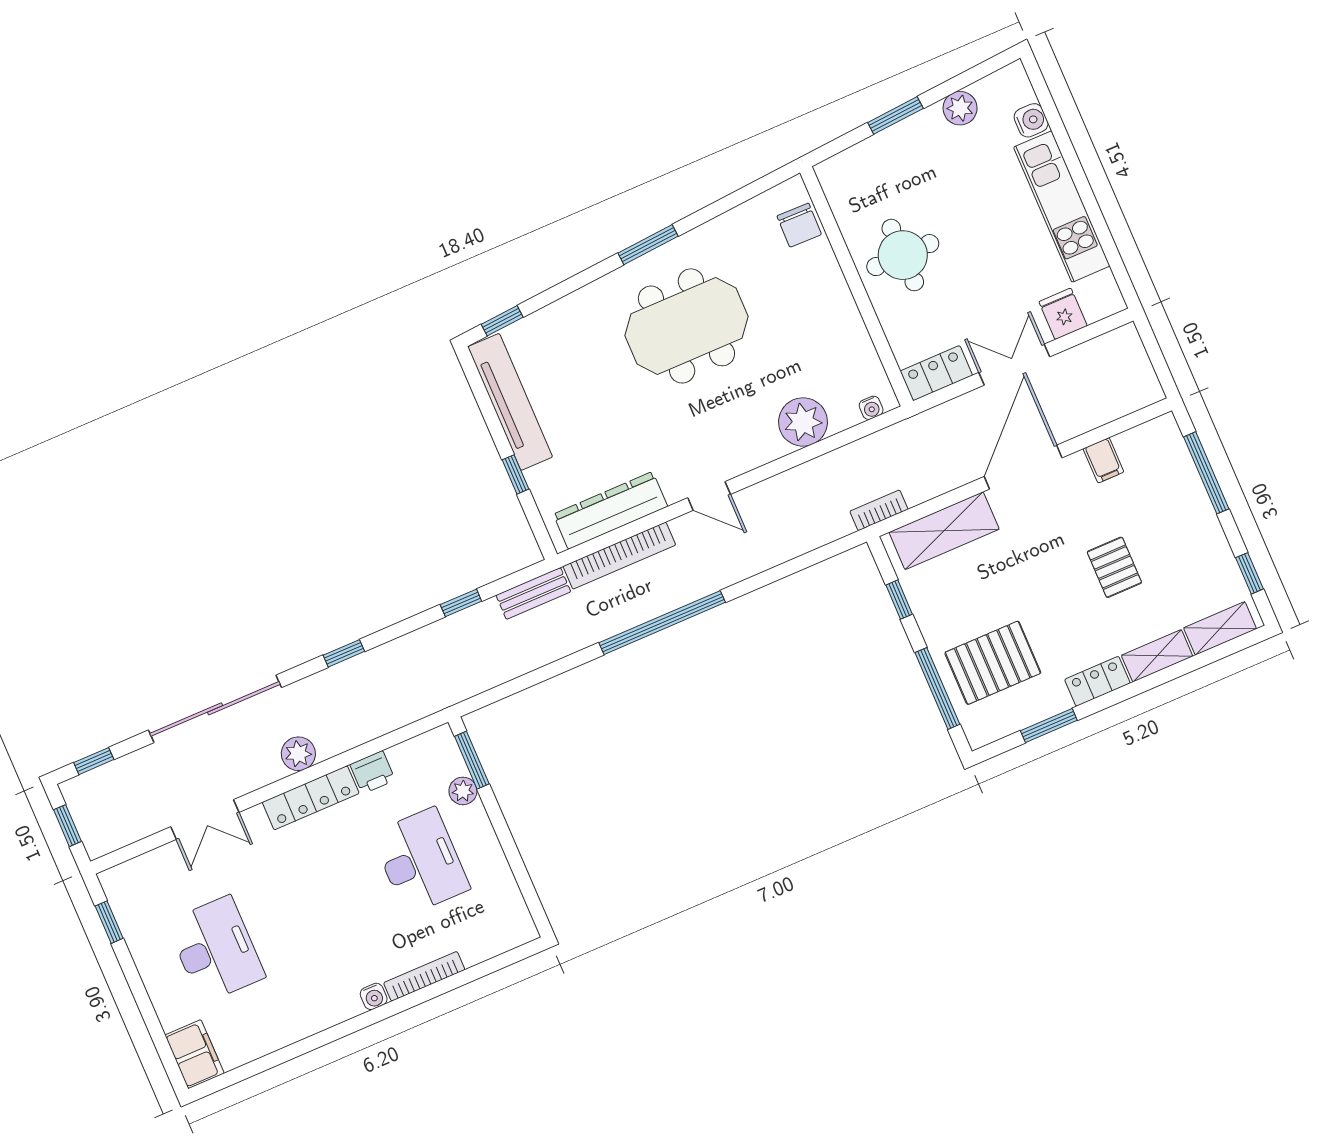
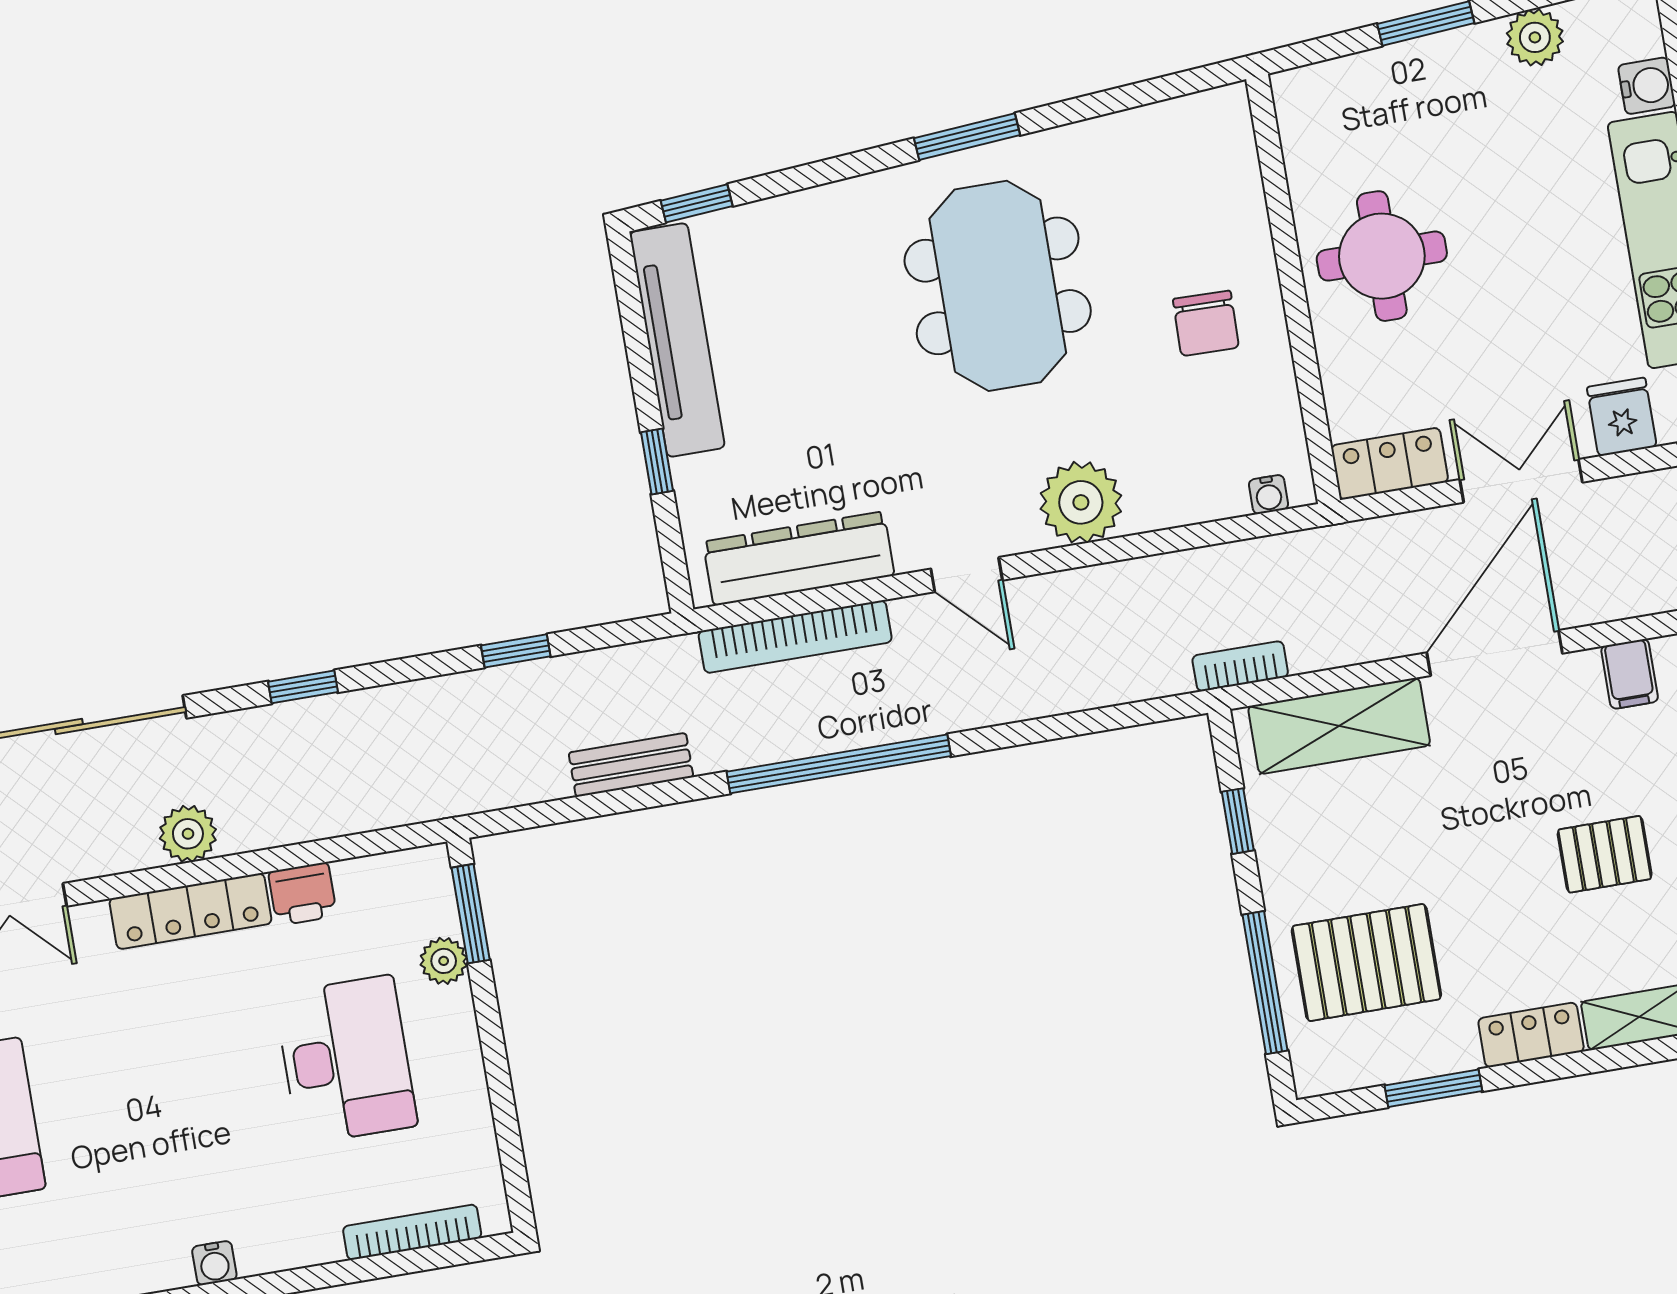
chair: (799, 225) -> (1206, 323), moved
meeting table: (686, 326) -> (998, 286), turned 90
plant: (803, 422) -> (1081, 502), moved
pallet: (1114, 567) -> (1605, 854), turned 90
bench: (533, 593) -> (631, 765), moved
bookcase: (424, 976) -> (412, 1232), moved

